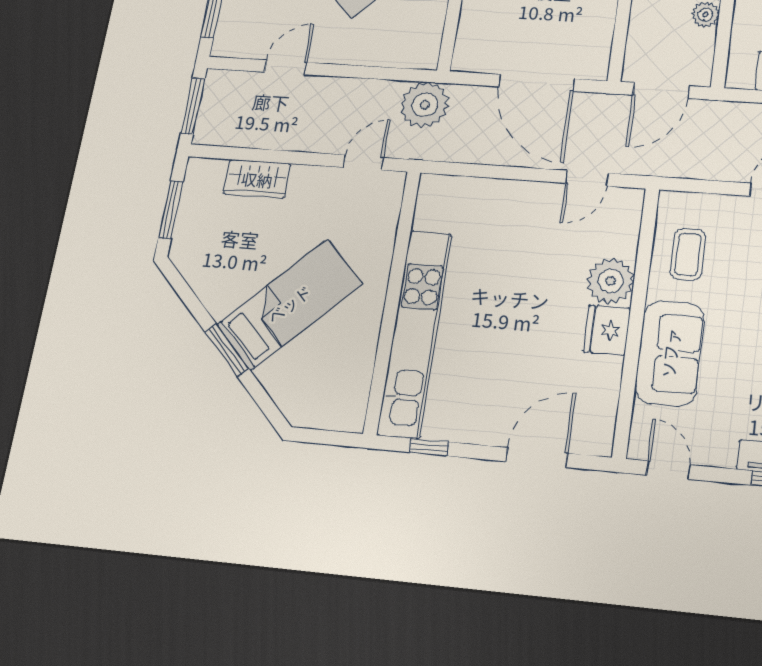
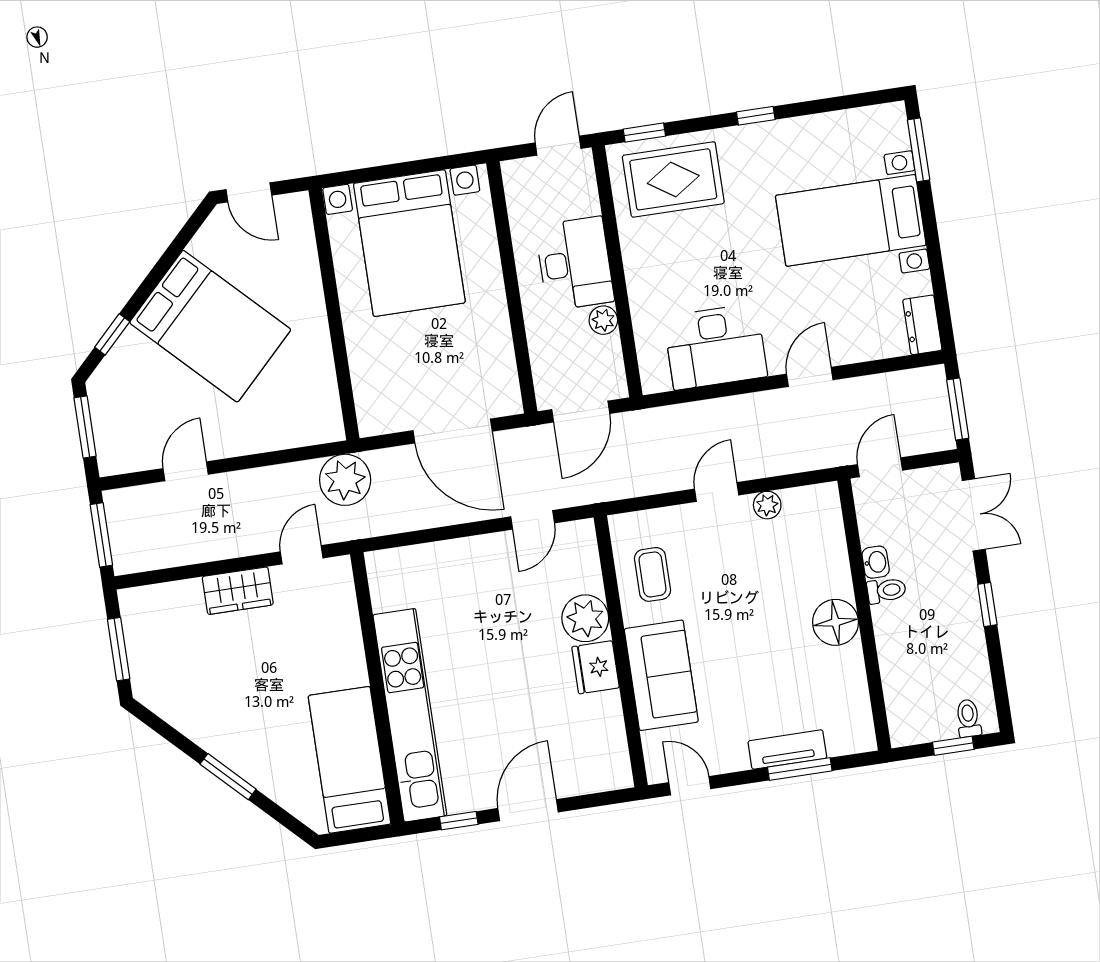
wardrobe: (257, 179) -> (238, 591), moved
bed: (289, 304) -> (349, 760), moved, turned -45
door: (537, 457) -> (528, 810), moved

